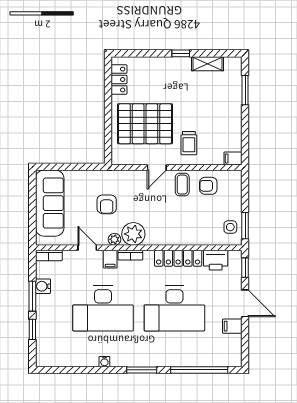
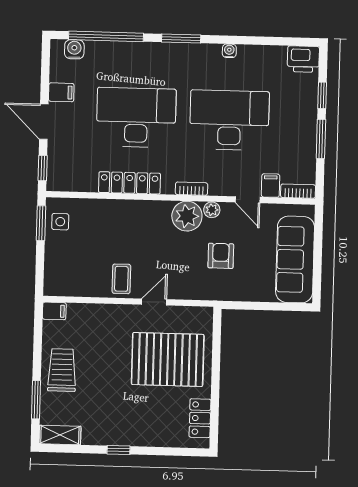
shelving: (207, 64) -> (60, 435), moved
trolley: (189, 143) -> (62, 370), moved, width x1.36, depth x1.39
armchair: (208, 186) -> (87, 276), removed
filing cabinet: (110, 259) -> (271, 186), moved
printer: (216, 260) -> (303, 59), moved, turned 180
water cooler: (43, 286) -> (74, 49), moved, turned -90

